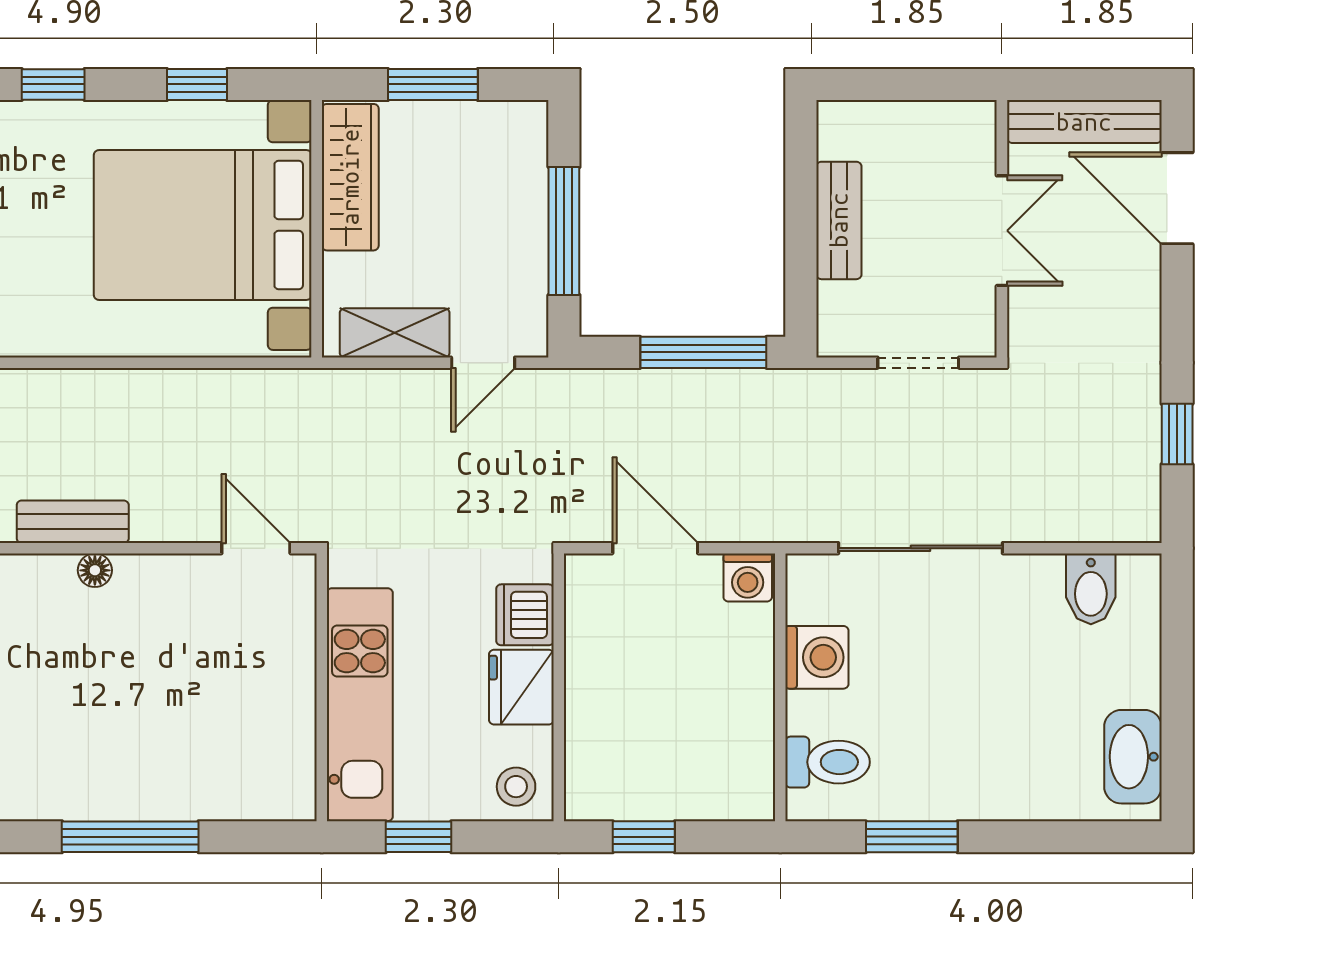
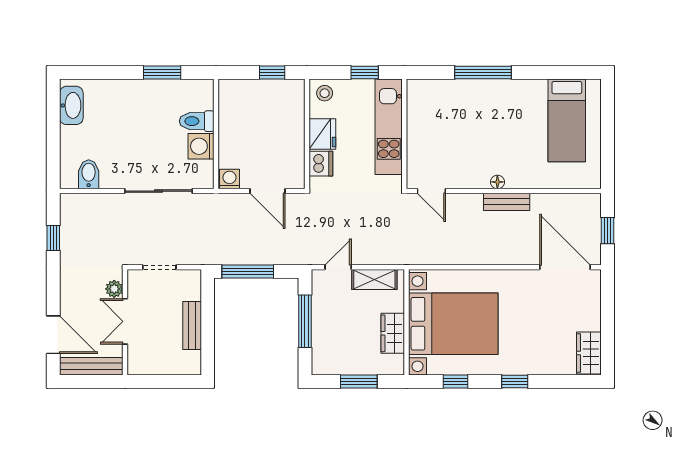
wardrobe: (350, 177) -> (393, 333), width x0.67
plant: (1028, 310) -> (114, 289), added
toilet: (828, 762) -> (197, 121), moved

